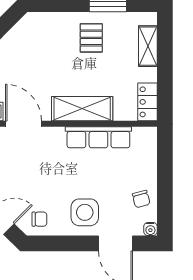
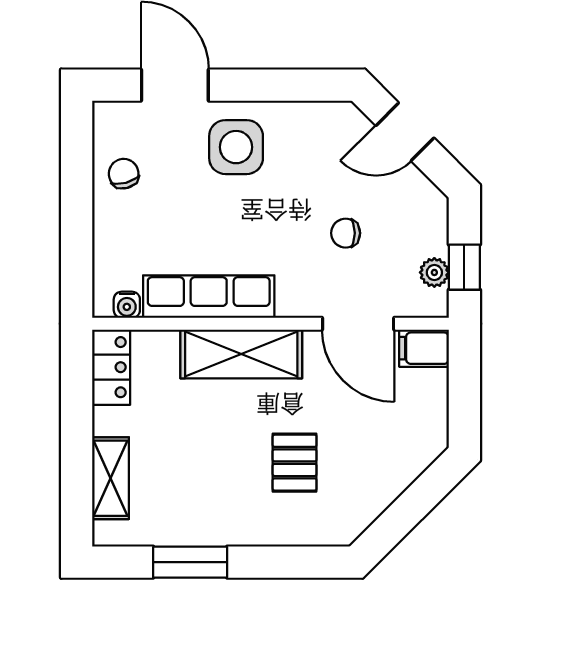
pallet: (91, 38) -> (295, 463), moved
chair: (39, 219) -> (346, 233), moved
water cooler: (150, 229) -> (127, 305), moved, turned 180

